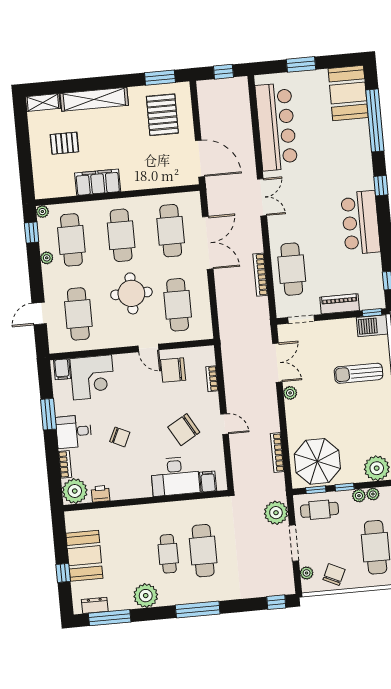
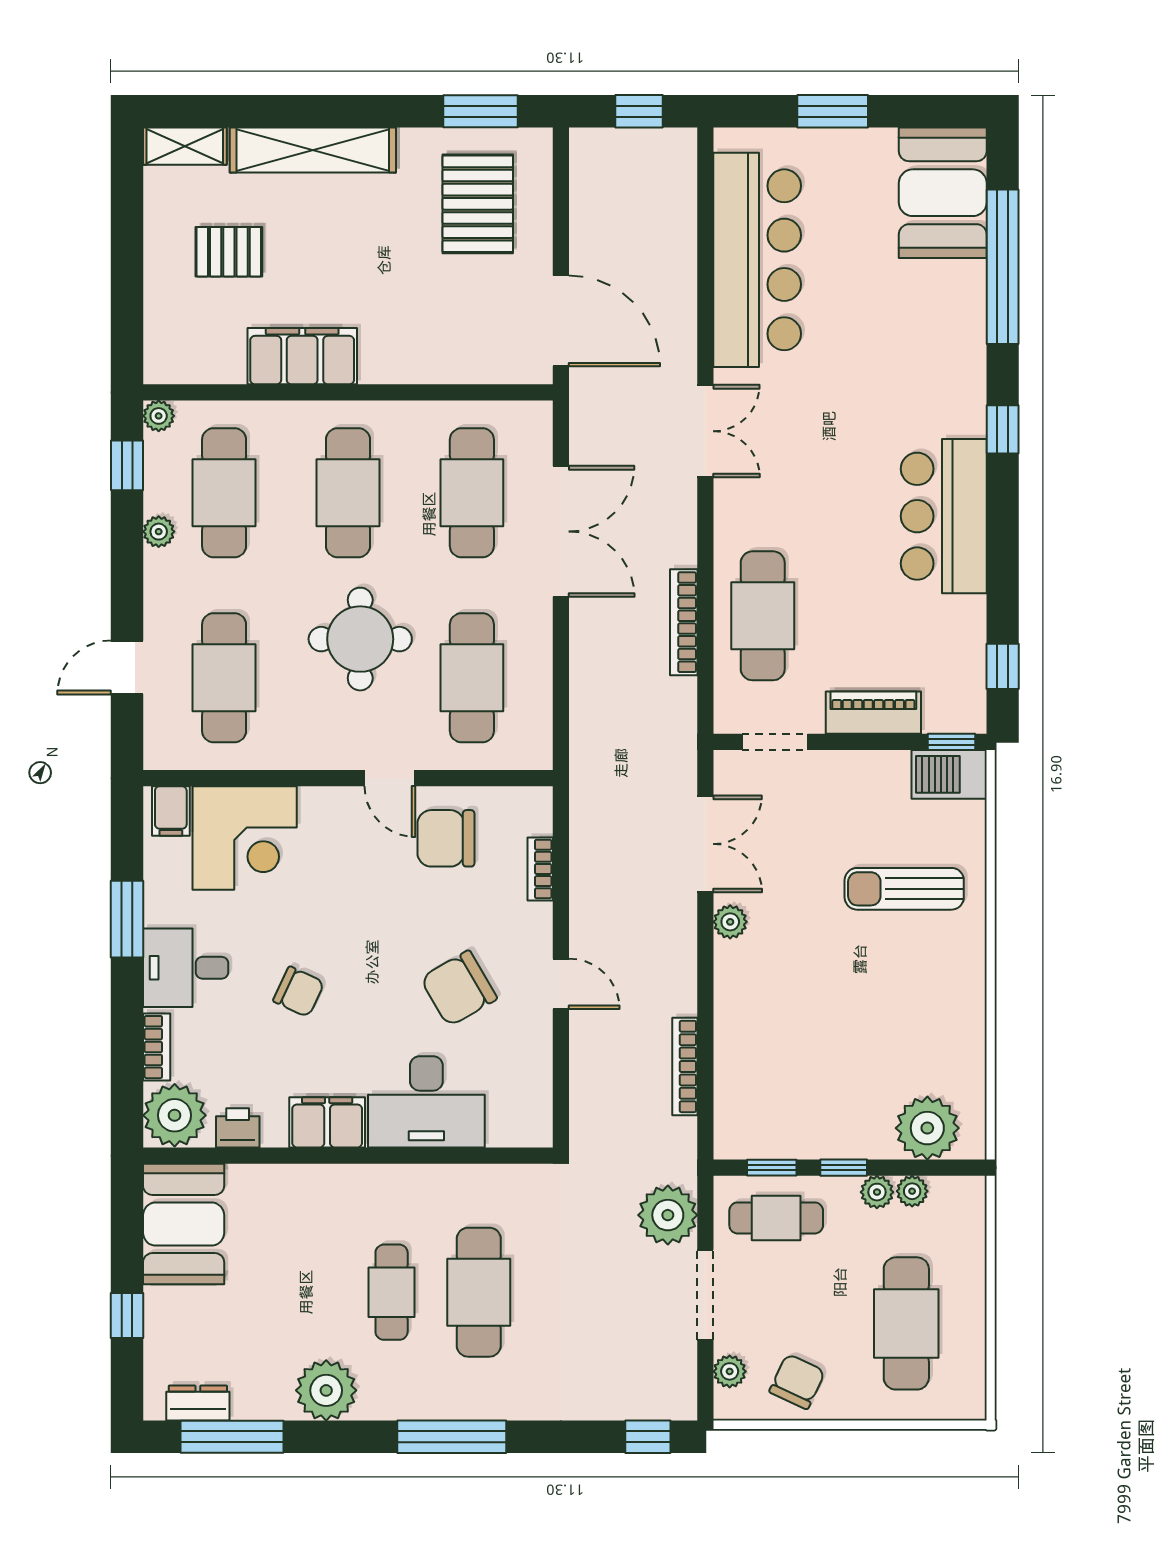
parasol: (317, 461) -> (782, 1098), removed
filing cabinet: (208, 482) -> (327, 1122), moved, width x2.00
booth: (84, 556) -> (184, 1224), moved

